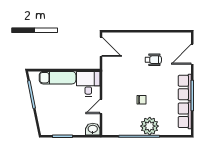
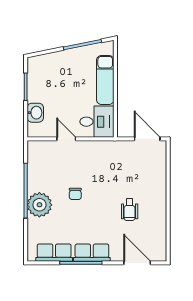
door: (101, 47) -> (147, 139), swing flipped
washbasin: (93, 129) -> (35, 113), moved

